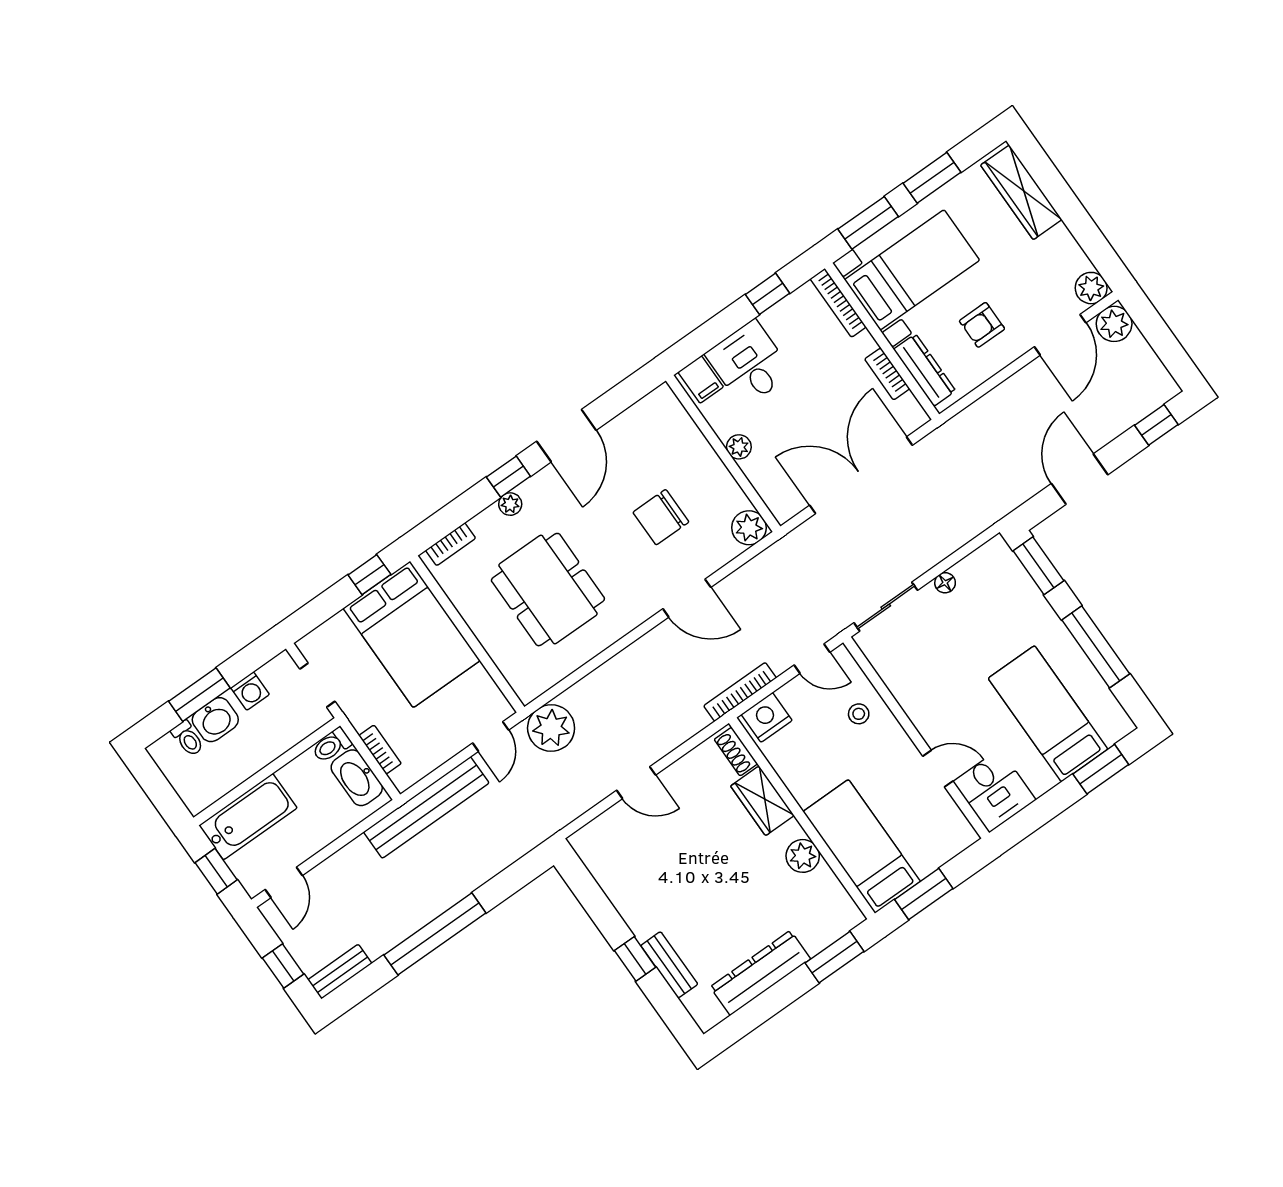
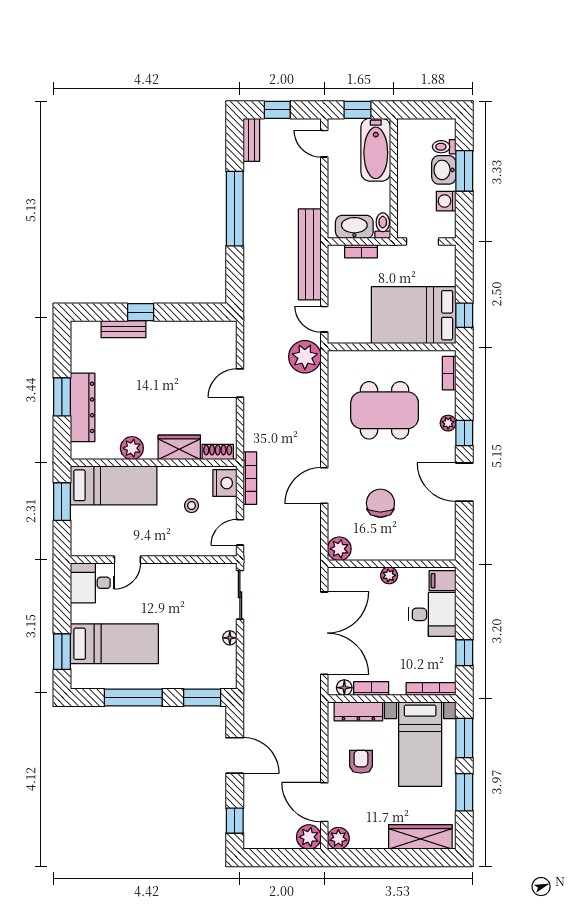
floor lamp: (909, 406) -> (344, 688), added
stool: (859, 714) -> (191, 506), moved
window: (834, 957) -> (62, 397), moved
dresser: (760, 973) -> (83, 407), moved

